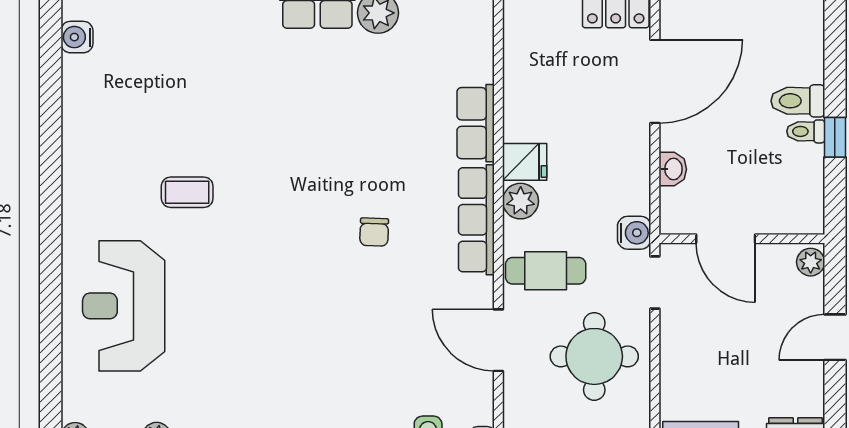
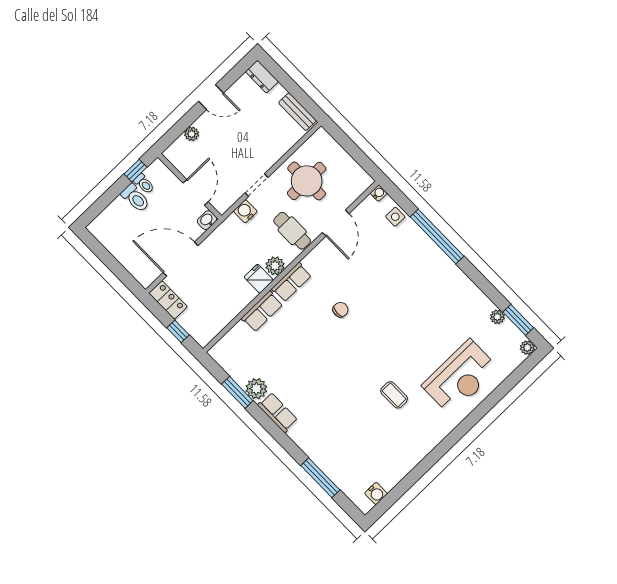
row of seats: (476, 220) -> (292, 282), width x0.68
door: (726, 239) -> (196, 192), moved
wall: (742, 239) -> (190, 186), moved

